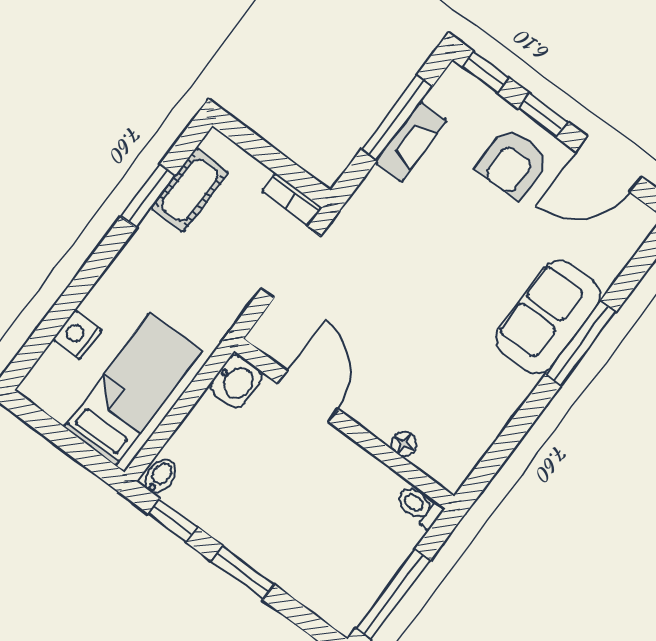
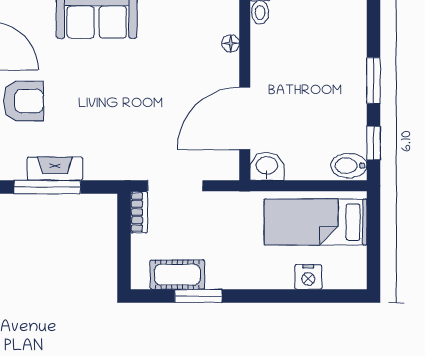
door: (308, 397) -> (245, 118), width x1.36
bidet: (160, 476) -> (349, 166), width x1.38, depth x1.36

